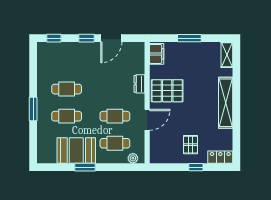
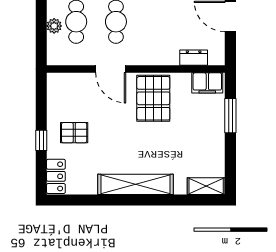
window: (189, 38) -> (230, 116), moved
dresser: (139, 84) -> (194, 58), moved
plant: (133, 158) -> (54, 26), moved

